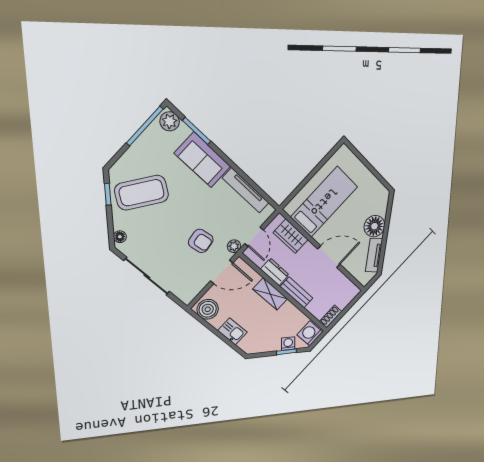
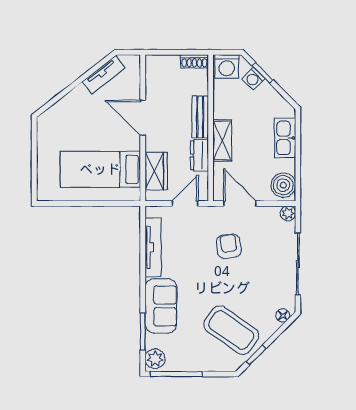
floor lamp: (374, 226) -> (79, 101), removed
plant: (234, 246) -> (288, 213), moved
kitchen sink: (232, 331) -> (285, 138), width x1.38

